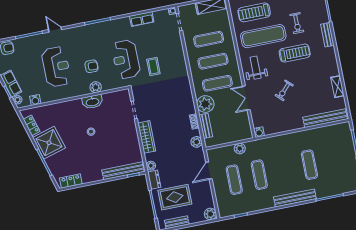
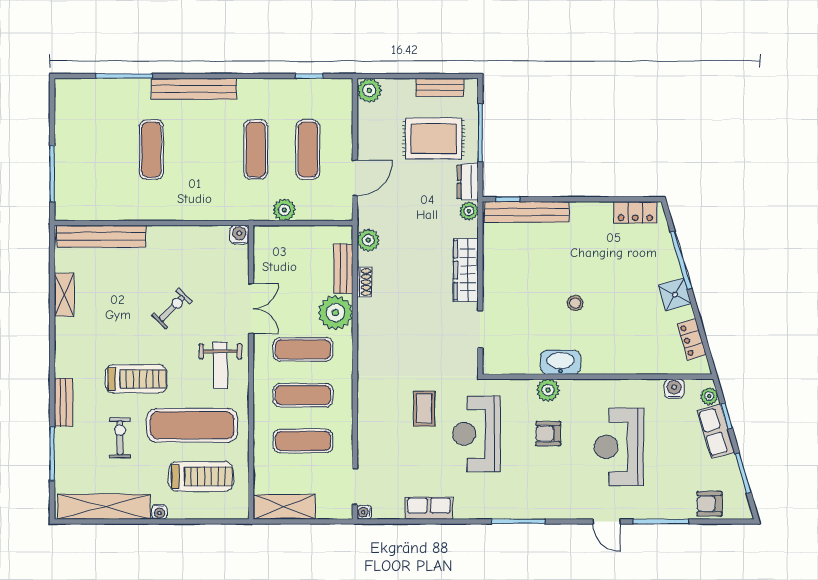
treadmill: (295, 53) -> (136, 379), turned 180
reception desk: (126, 59) -> (477, 434), turned 180
shower: (49, 143) -> (675, 295), width x0.54, depth x0.54

